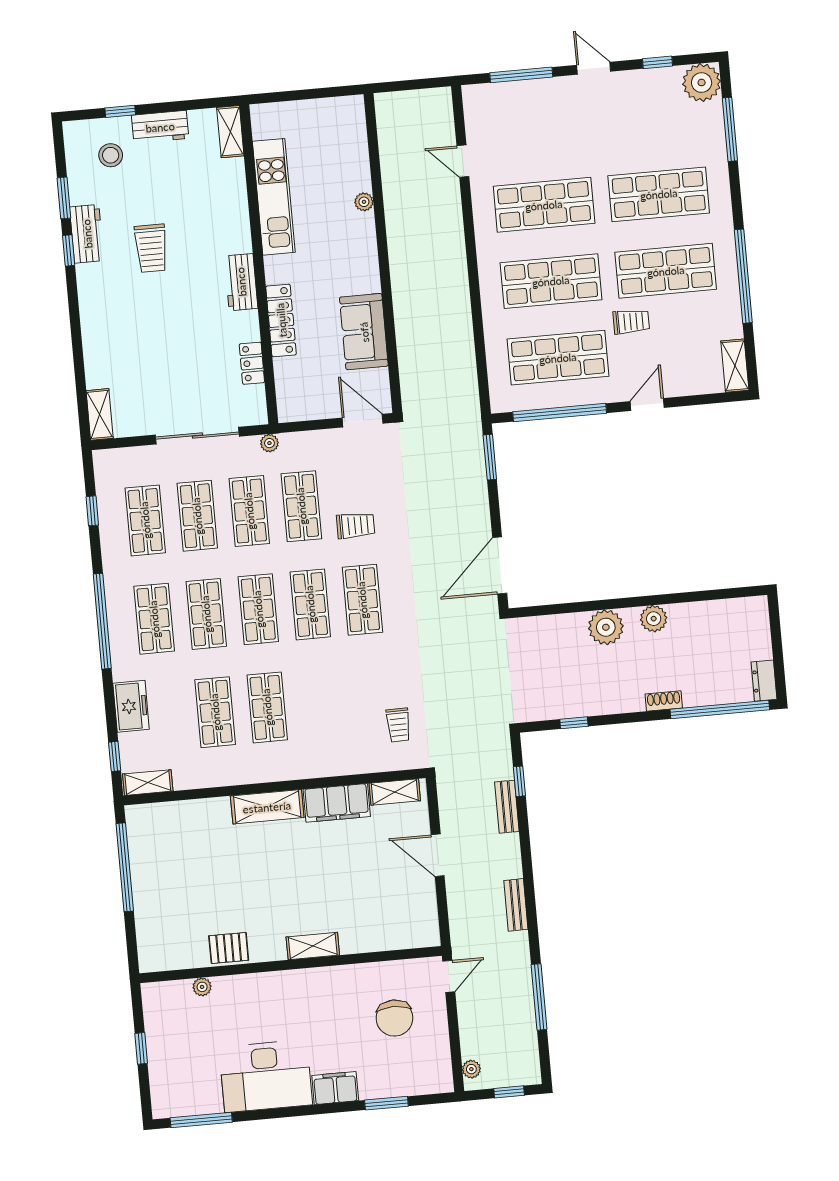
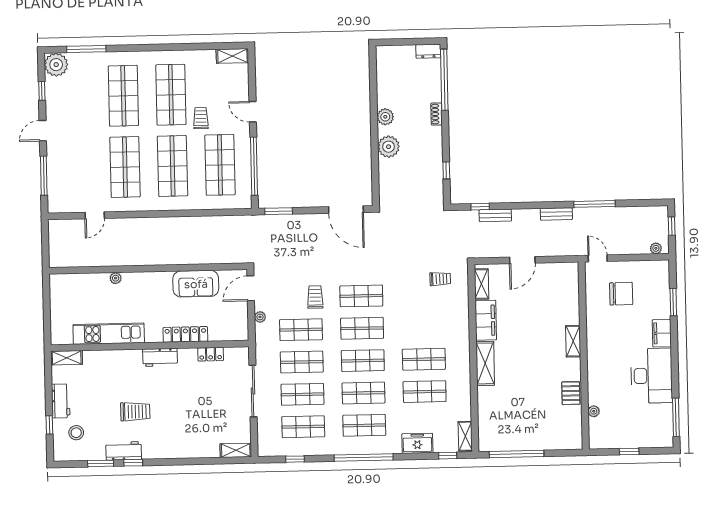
window: (743, 276) -> (177, 47), removed
plant: (269, 443) -> (260, 317), moved
window: (539, 997) -> (595, 204), moved

